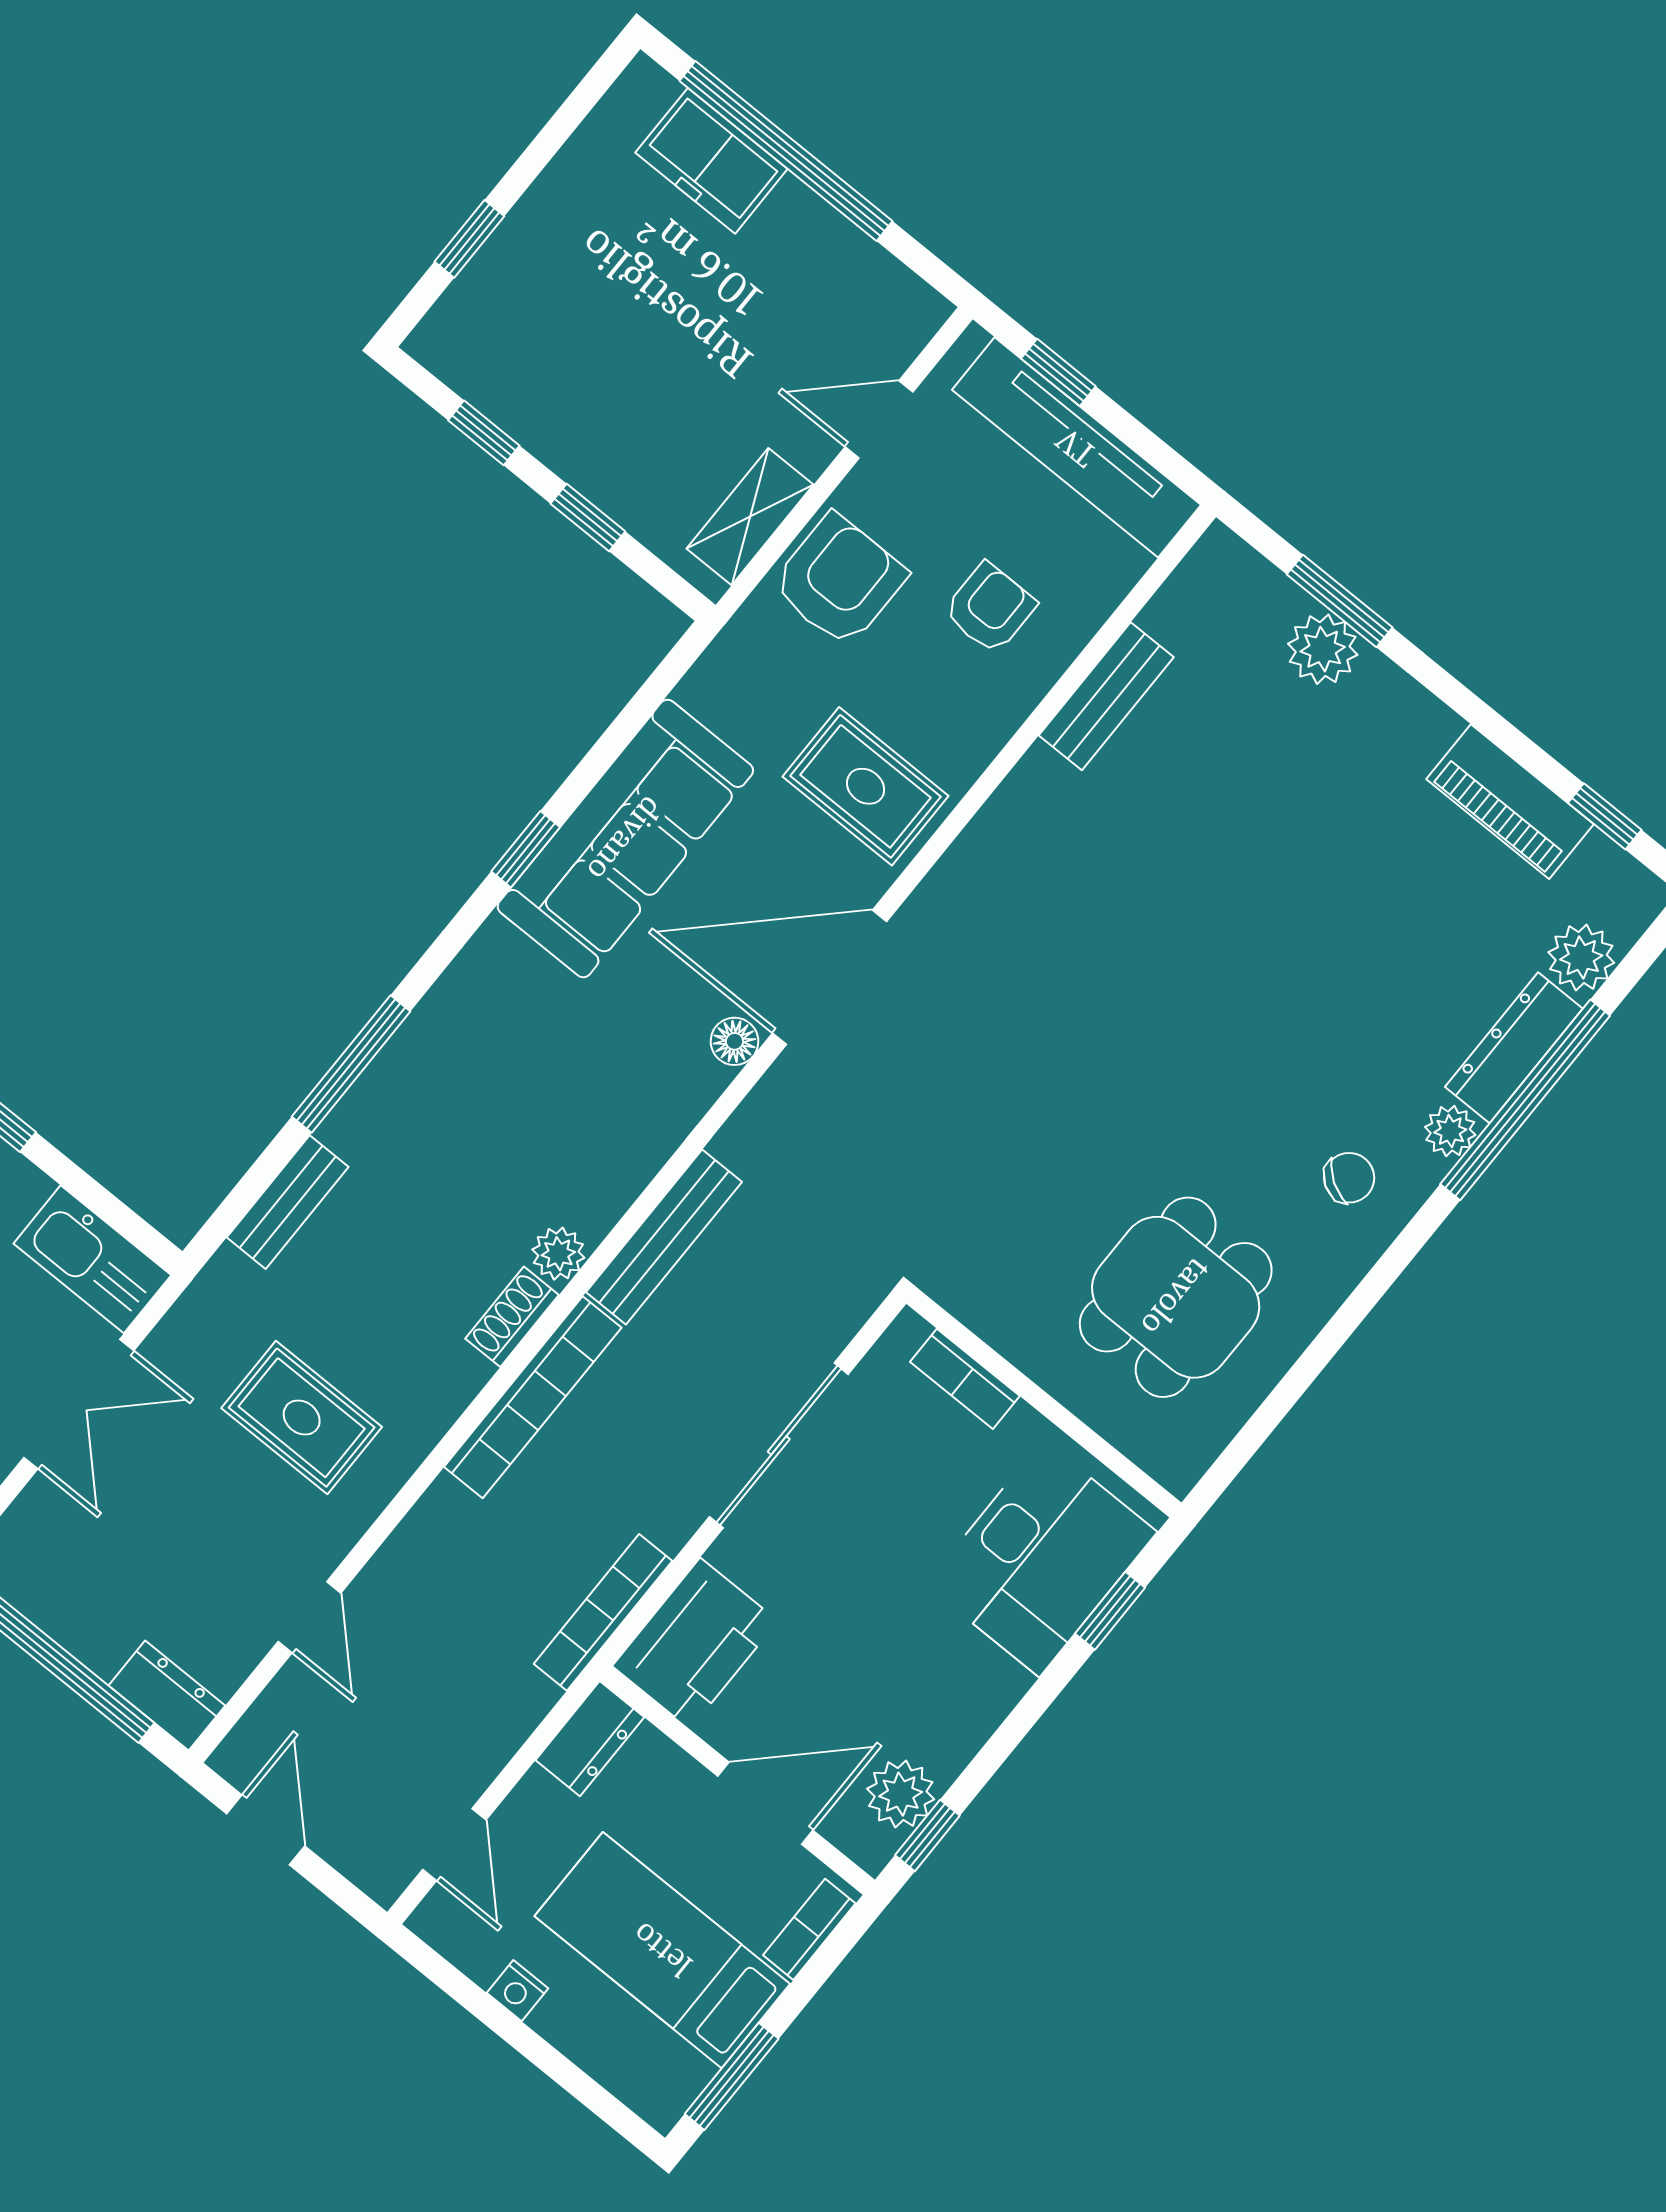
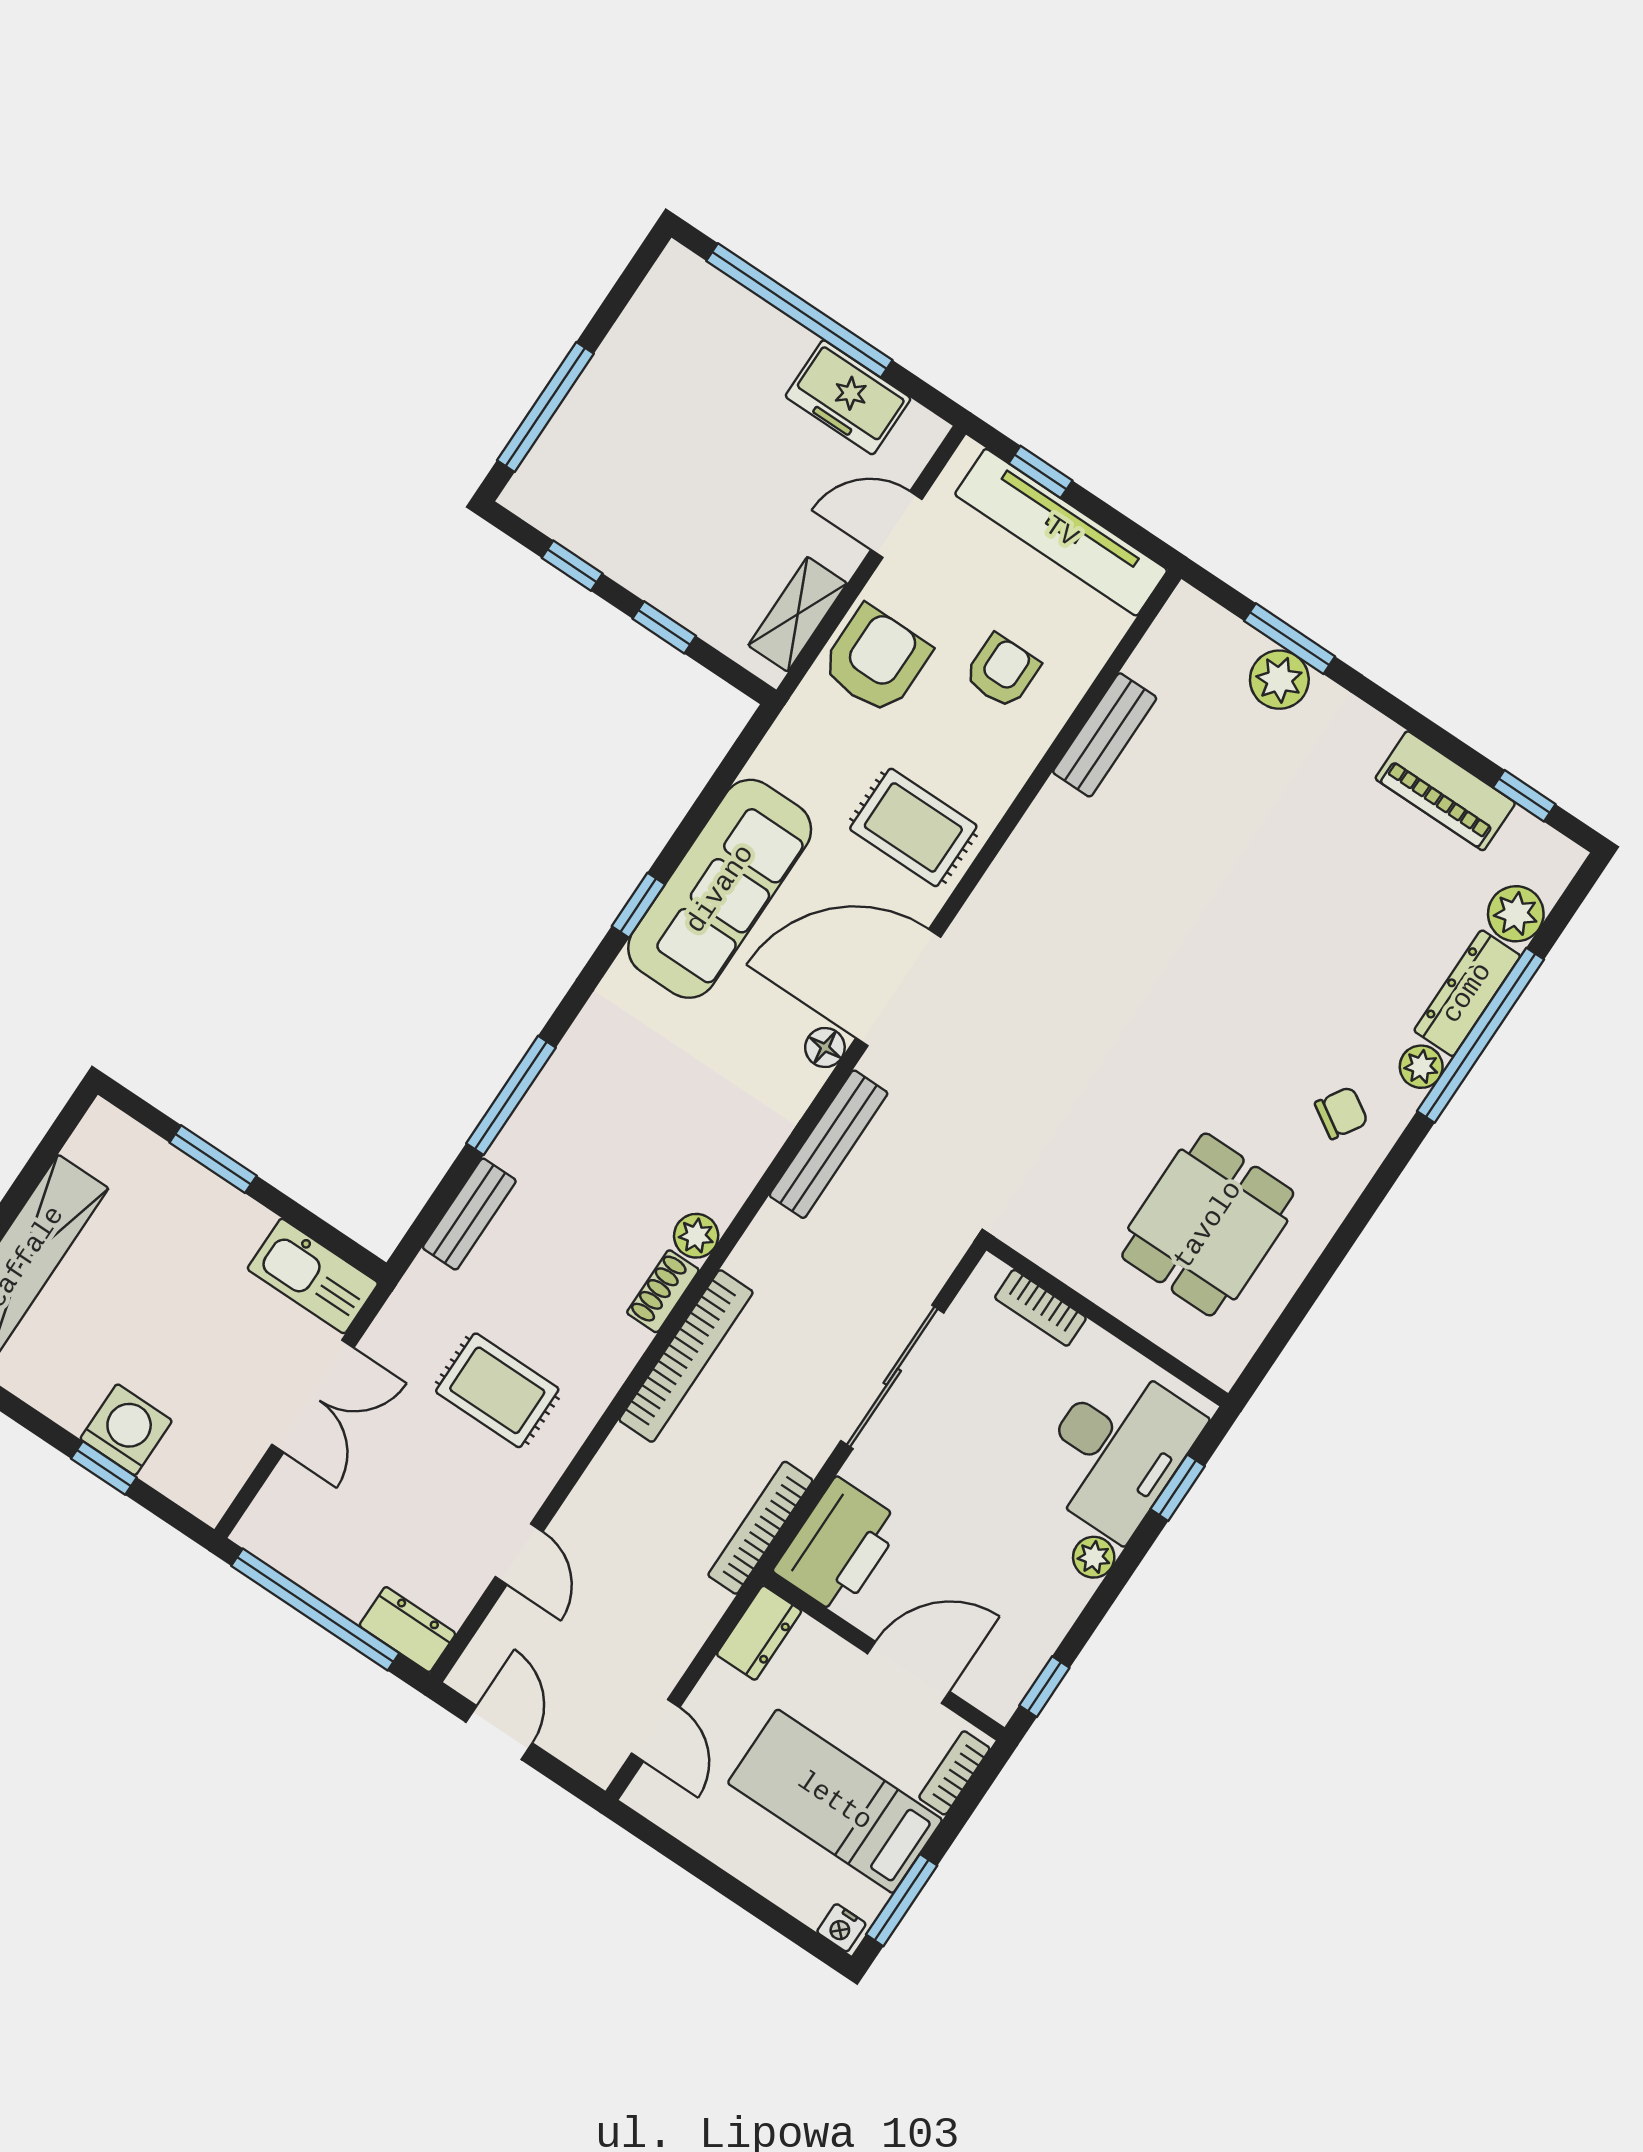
freezer: (711, 161) -> (848, 397), moved
window: (469, 239) -> (545, 407), width x2.17
bench: (664, 1237) -> (829, 1144), moved
plant: (901, 1794) -> (1094, 1557), moved, width x0.73, depth x0.73
nightstand: (518, 1991) -> (841, 1928), moved

